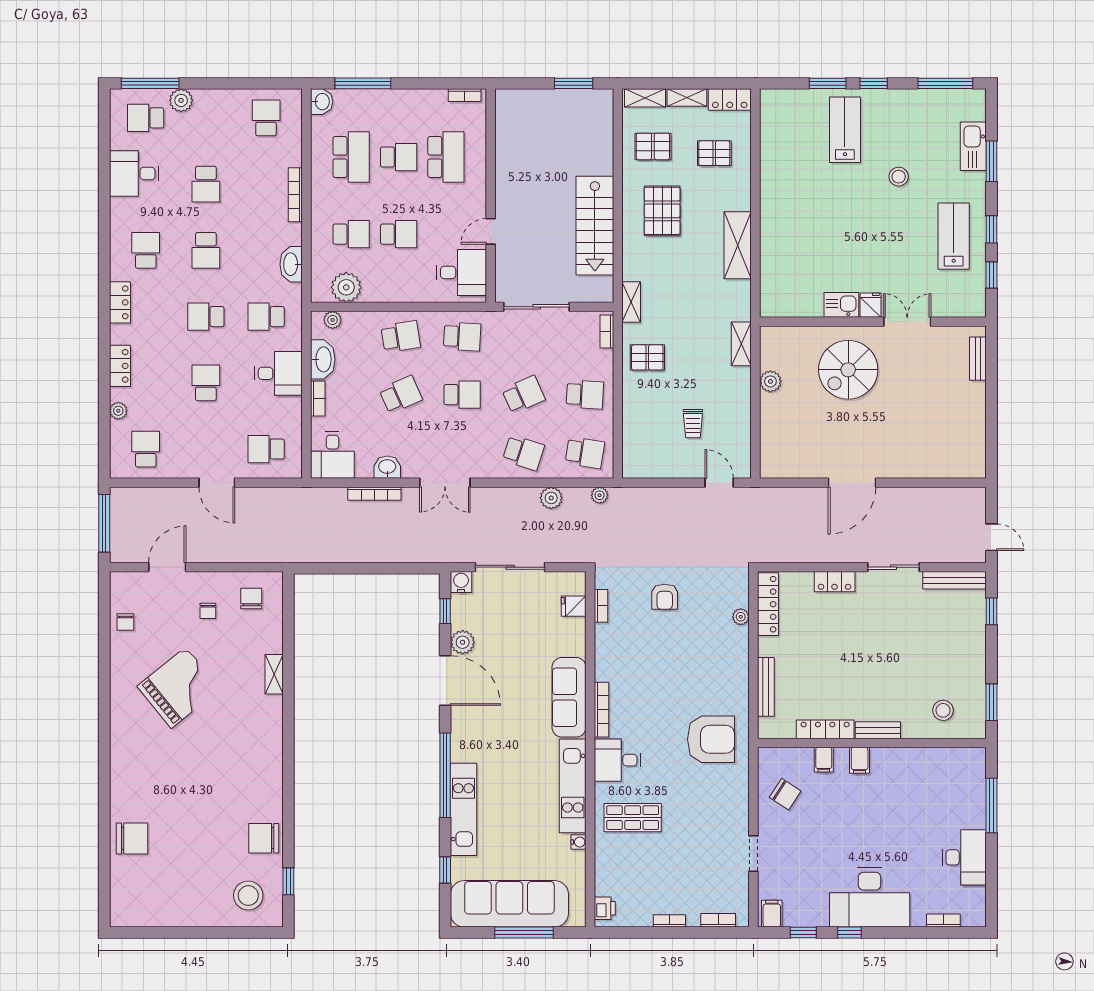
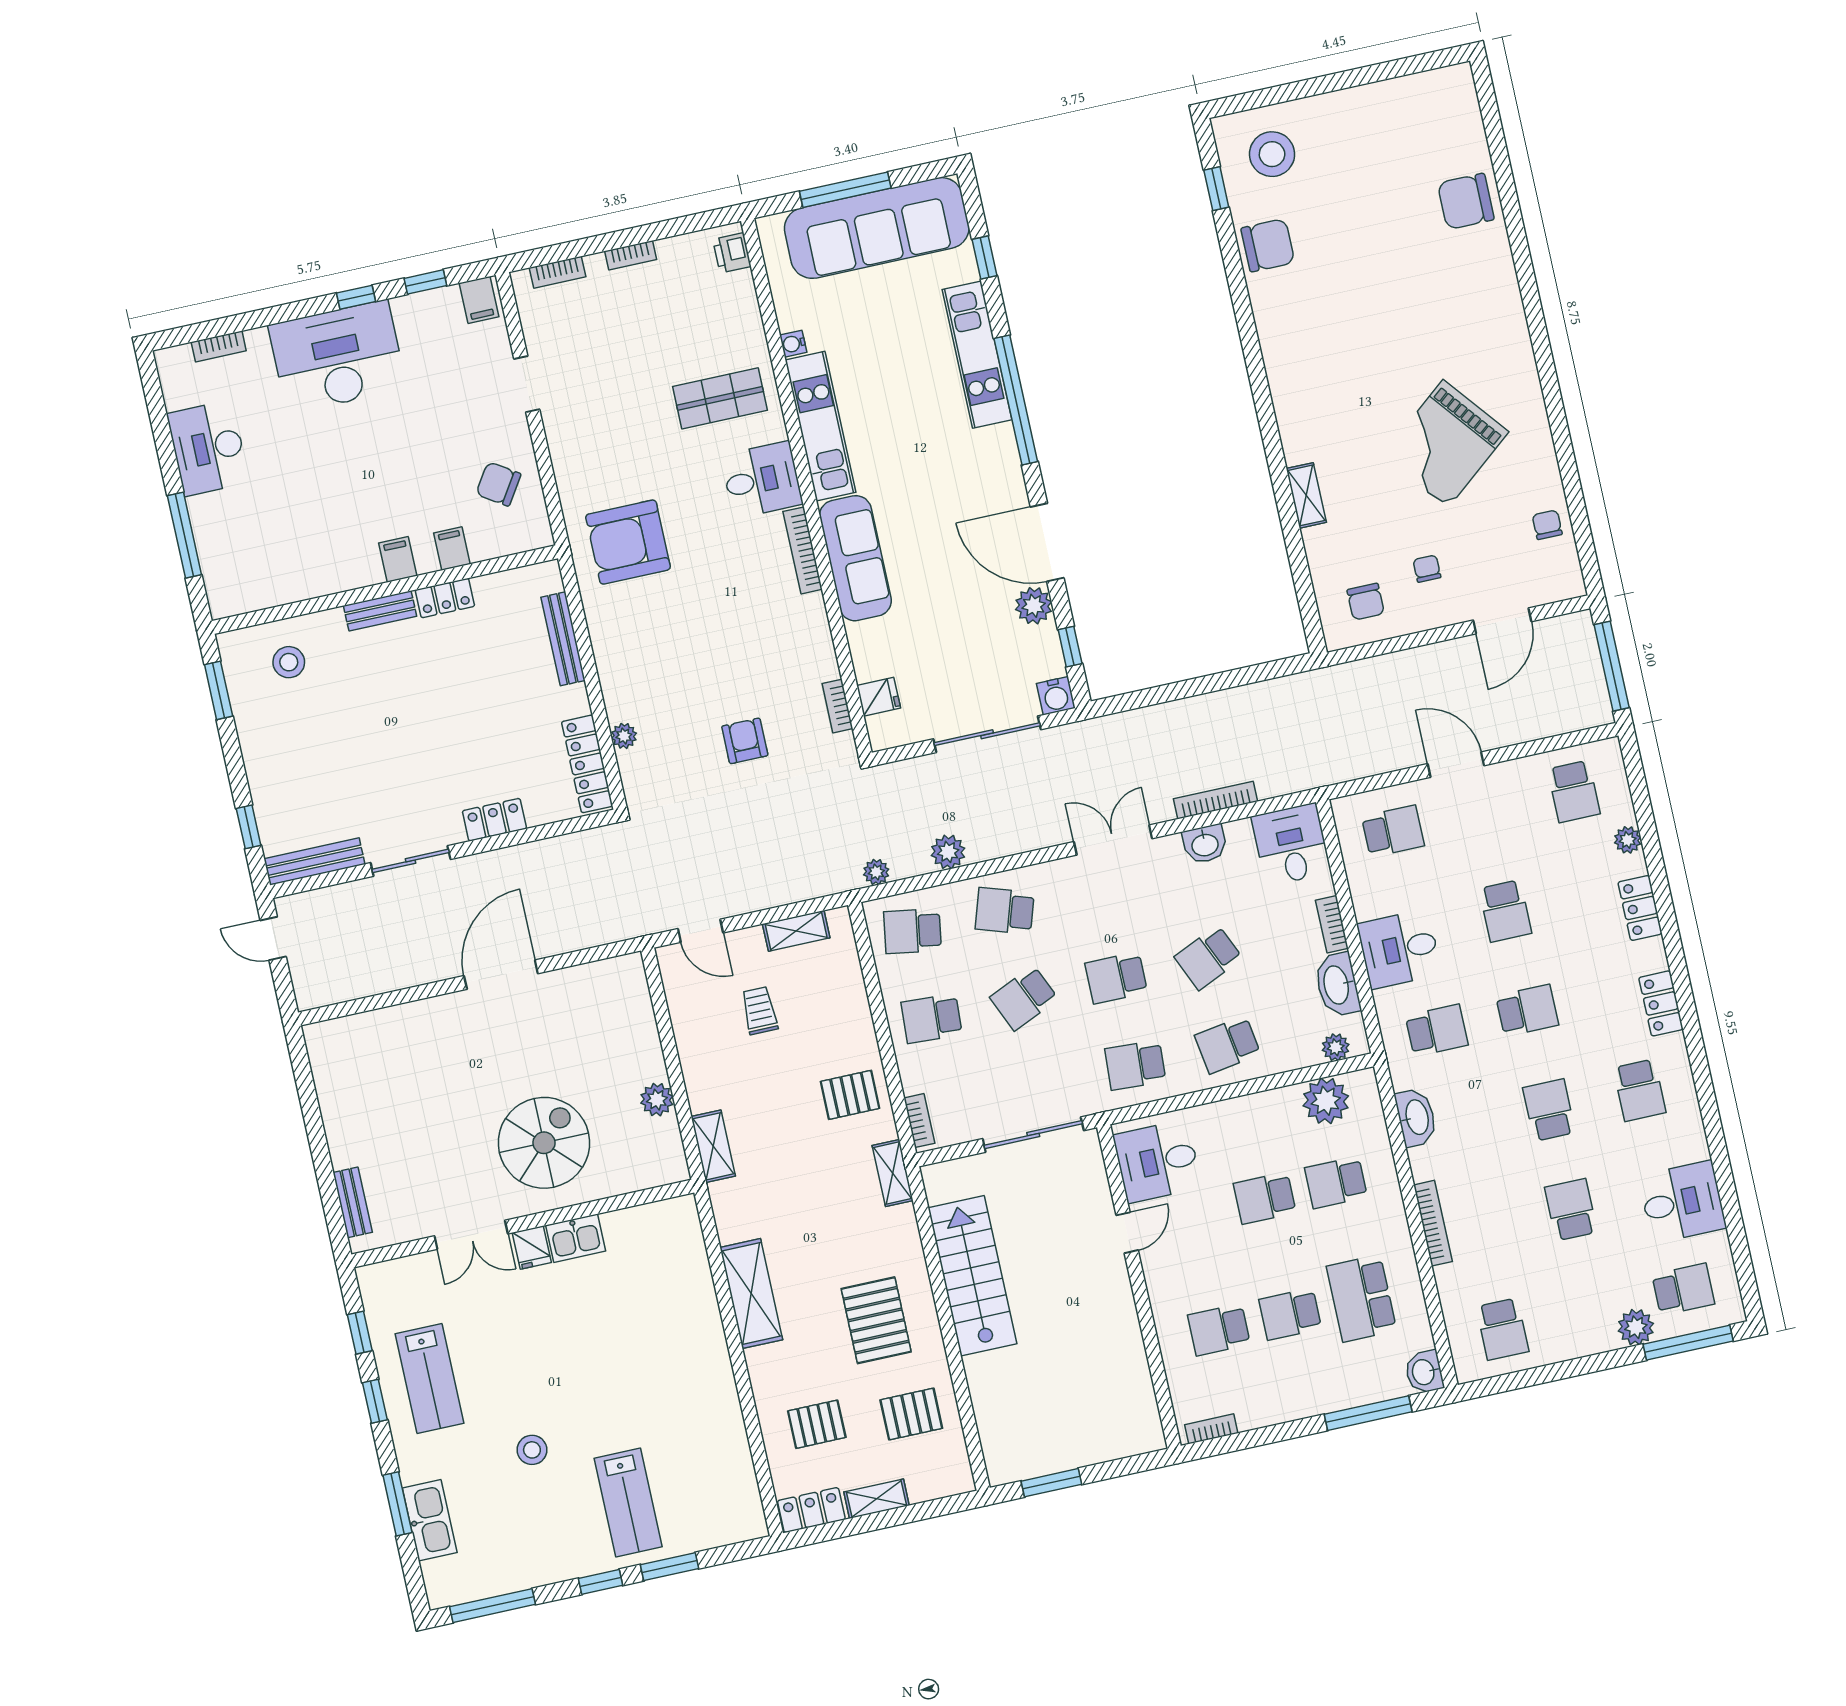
shelving: (645, 98) -> (796, 931), moved
school desk: (446, 157) -> (1219, 1330), width x0.54
locker: (825, 729) -> (445, 598), width x0.66

